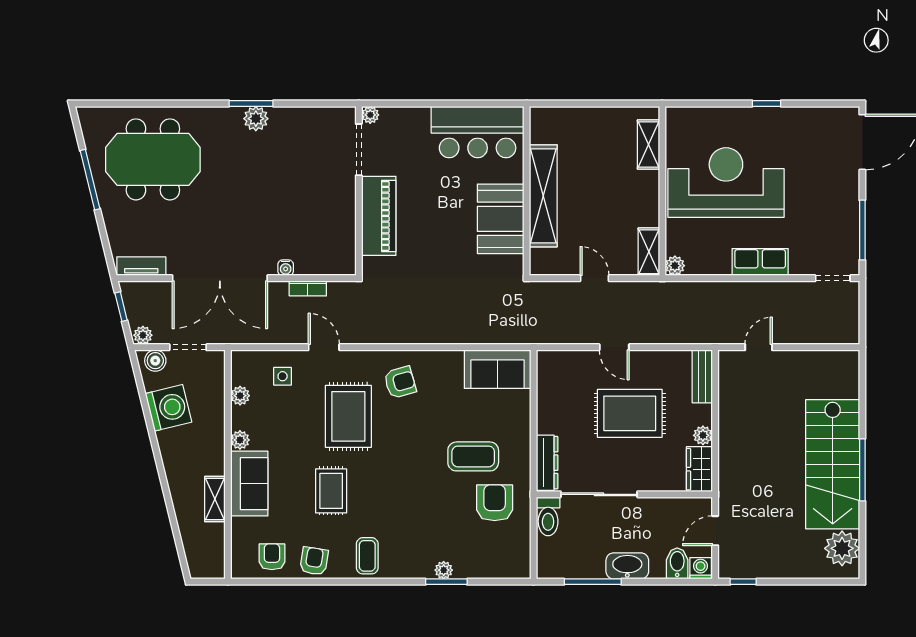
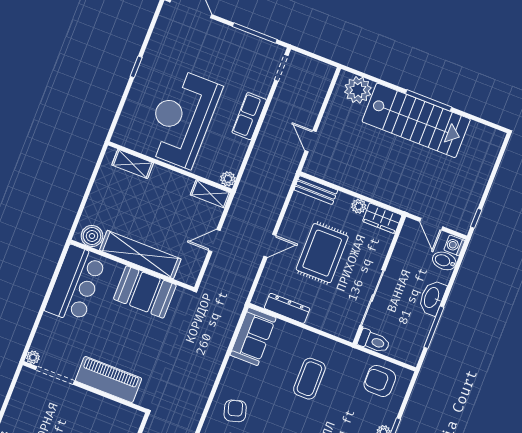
boiler: (543, 129) -> (92, 236), added
dresser: (547, 463) -> (287, 308), moved
armchair: (495, 503) -> (380, 381), moved
plant: (842, 548) -> (358, 90), moved

